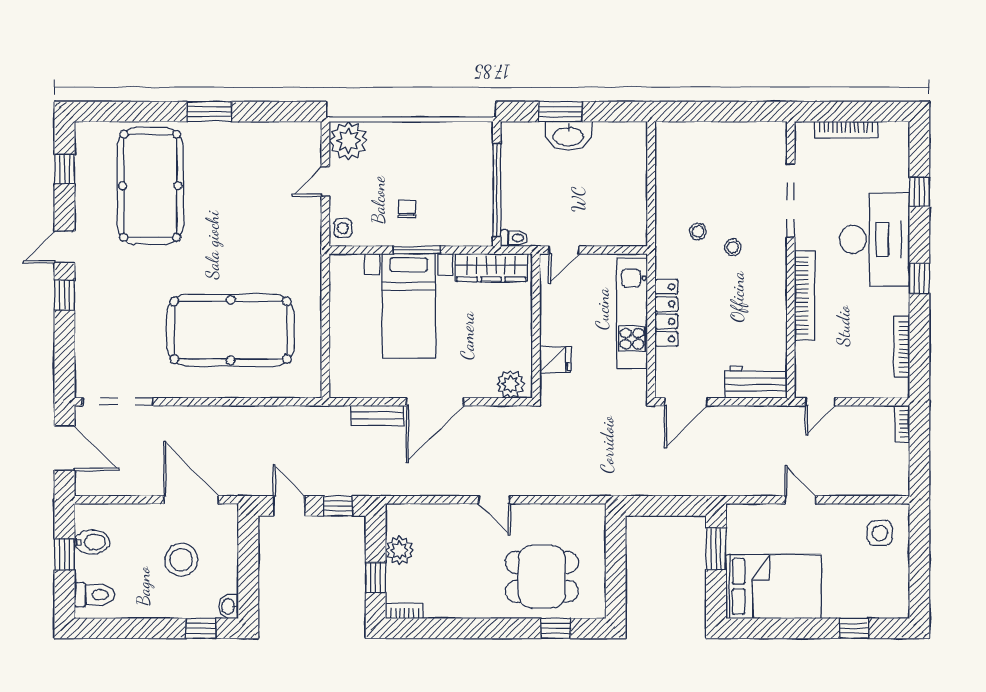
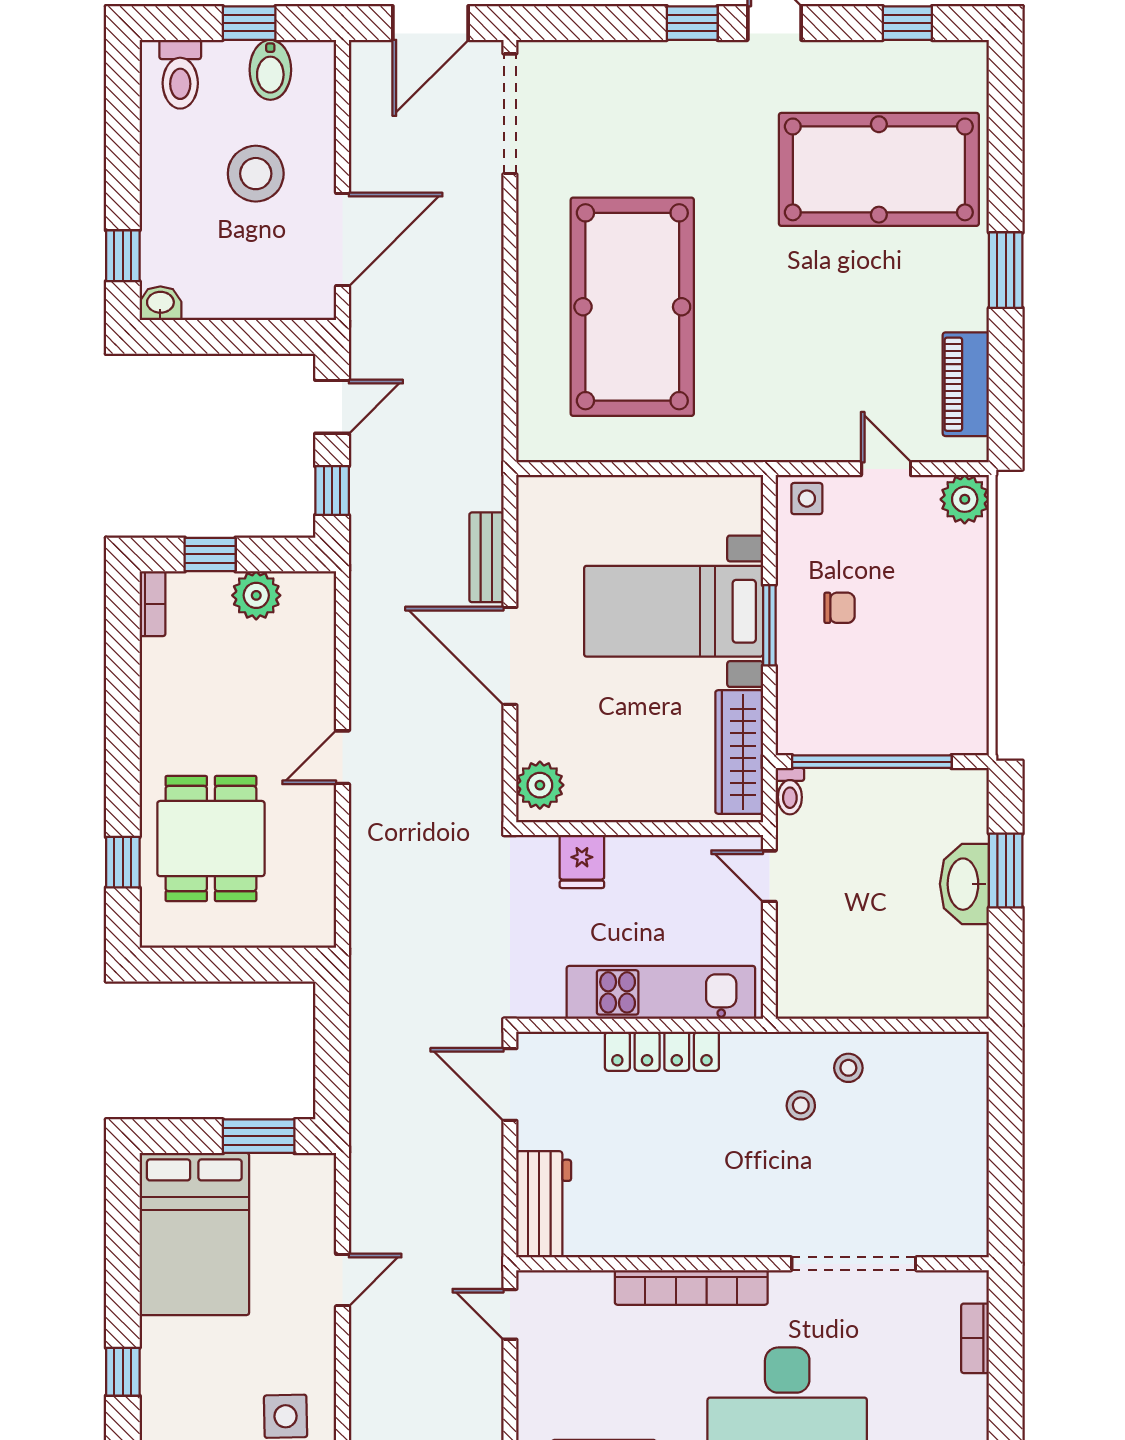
bookcase: (846, 129) -> (975, 1338), width x0.64
piano: (276, 135) -> (966, 384), added
plant: (348, 141) -> (965, 499), width x0.73, depth x0.73
stool: (733, 247) -> (848, 1068), moved
stool: (181, 560) -> (256, 174), moved

